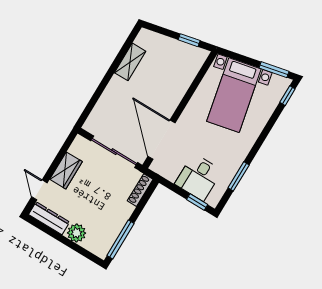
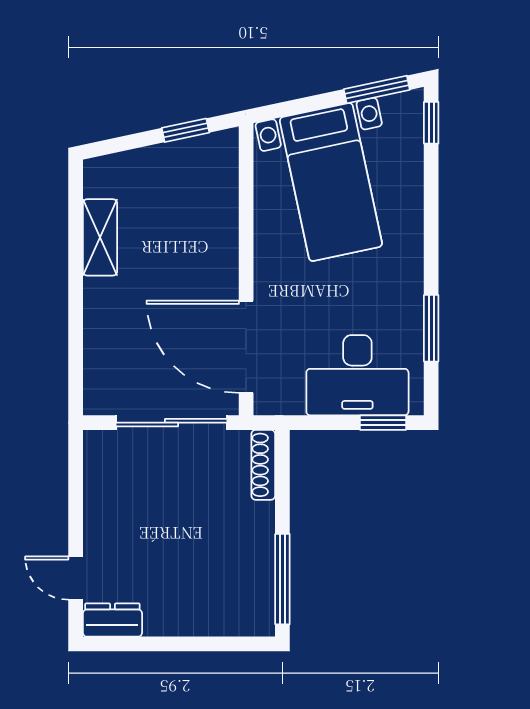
wardrobe: (66, 170) -> (103, 512), removed
desk: (198, 177) -> (357, 375), width x1.37
dresser: (49, 218) -> (112, 620), width x0.70
plant: (77, 233) -> (193, 616), removed

